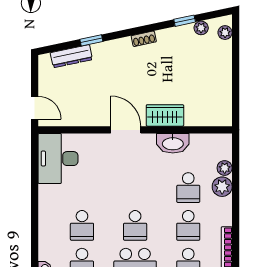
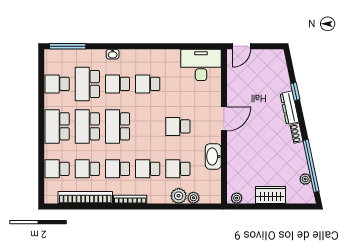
window: (185, 21) -> (311, 166), width x3.17
plant: (225, 33) -> (237, 198), moved
dresser: (71, 56) -> (289, 108), moved
wardrobe: (165, 115) -> (270, 195), moved, turned -90
school desk: (135, 225) -> (178, 126), moved

